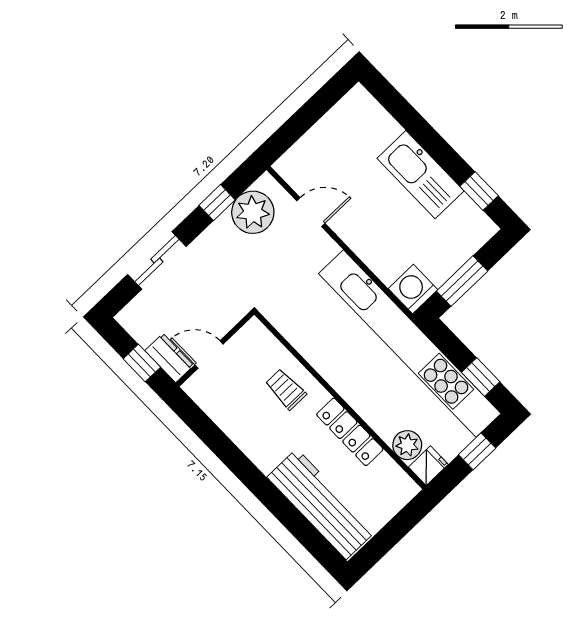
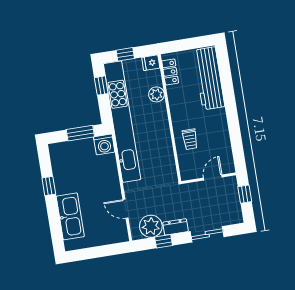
kitchen sink: (421, 175) -> (70, 216), moved
window: (479, 191) -> (49, 186), moved
door: (209, 354) -> (213, 177), swing flipped
dresser: (169, 358) -> (175, 227), moved, turned 90
locker: (350, 432) -> (170, 72), moved, width x0.66
plant: (407, 445) -> (156, 94), moved

